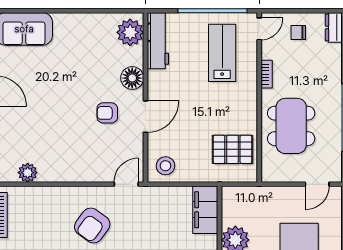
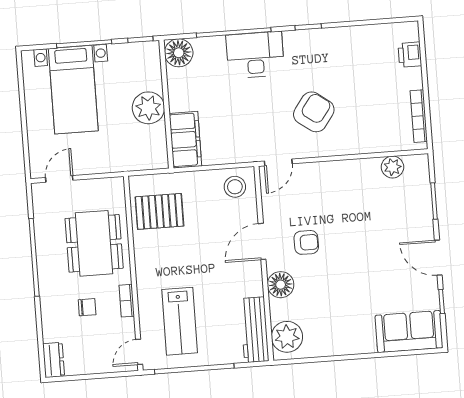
chair: (298, 33) -> (87, 307), moved

